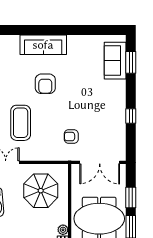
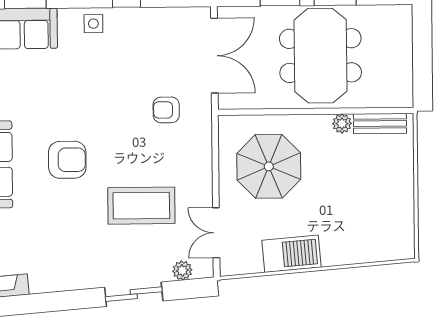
side table: (117, 98) -> (93, 24), added
armchair: (71, 137) -> (166, 110), turned 90

